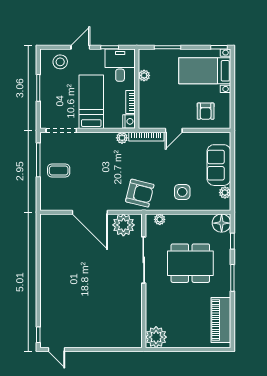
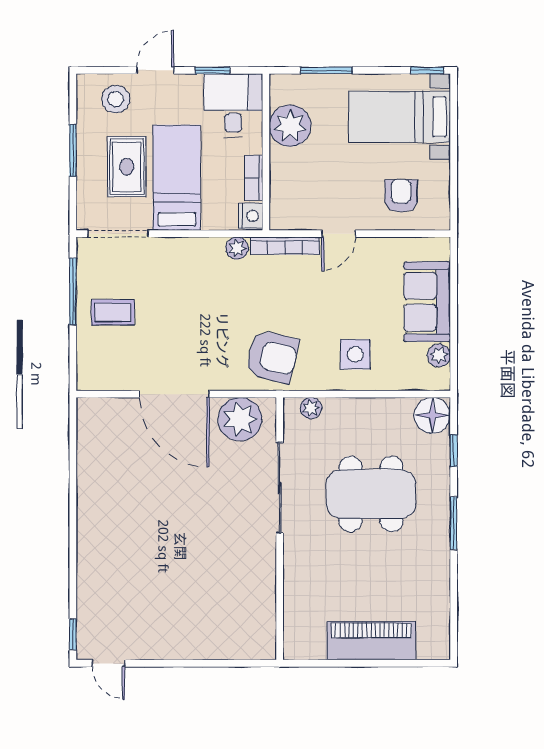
plant: (144, 75) -> (290, 126), width x1.88, depth x1.88
rug: (66, 96) -> (127, 167), added
armchair: (206, 111) -> (401, 196), turned 180
piano: (221, 320) -> (371, 641), moved, turned 90
plant: (156, 337) -> (304, 639), removed

